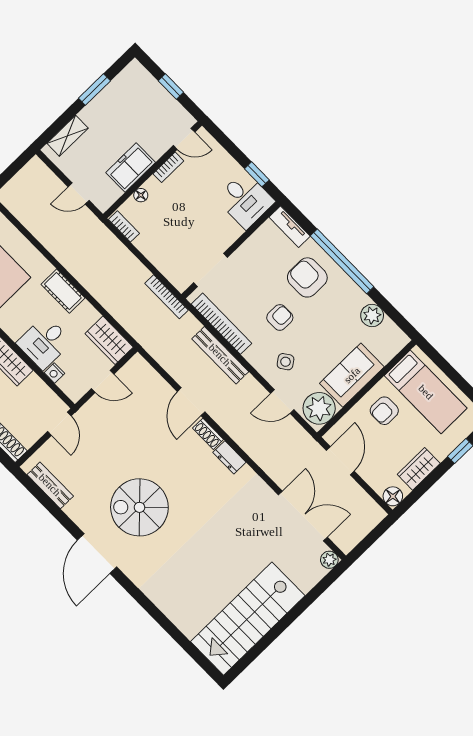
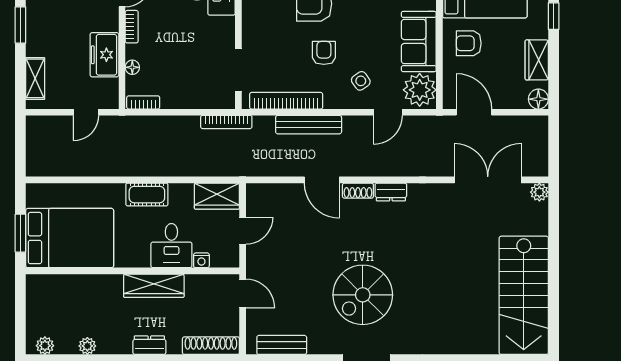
armchair: (384, 411) -> (469, 43), turned 90

